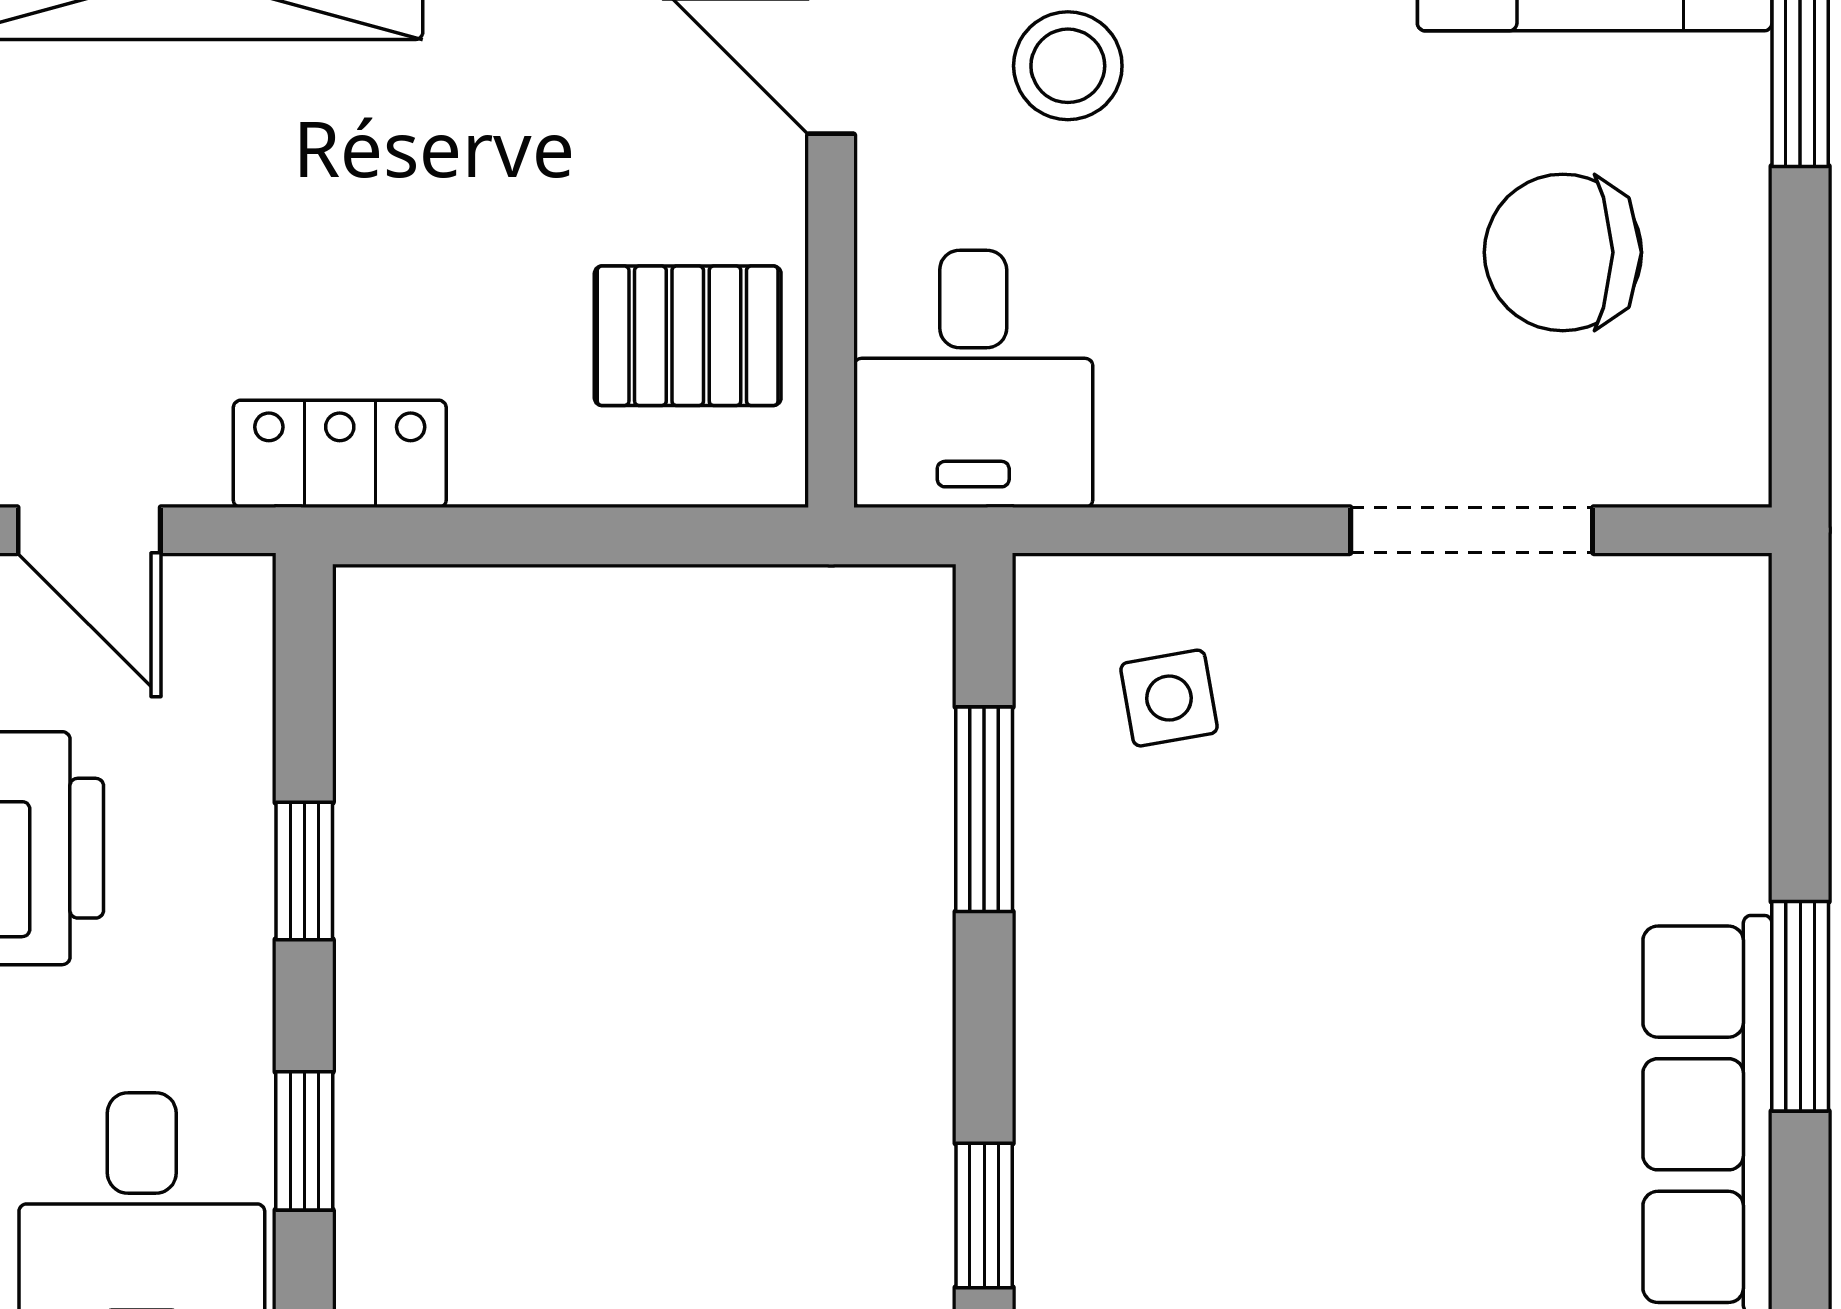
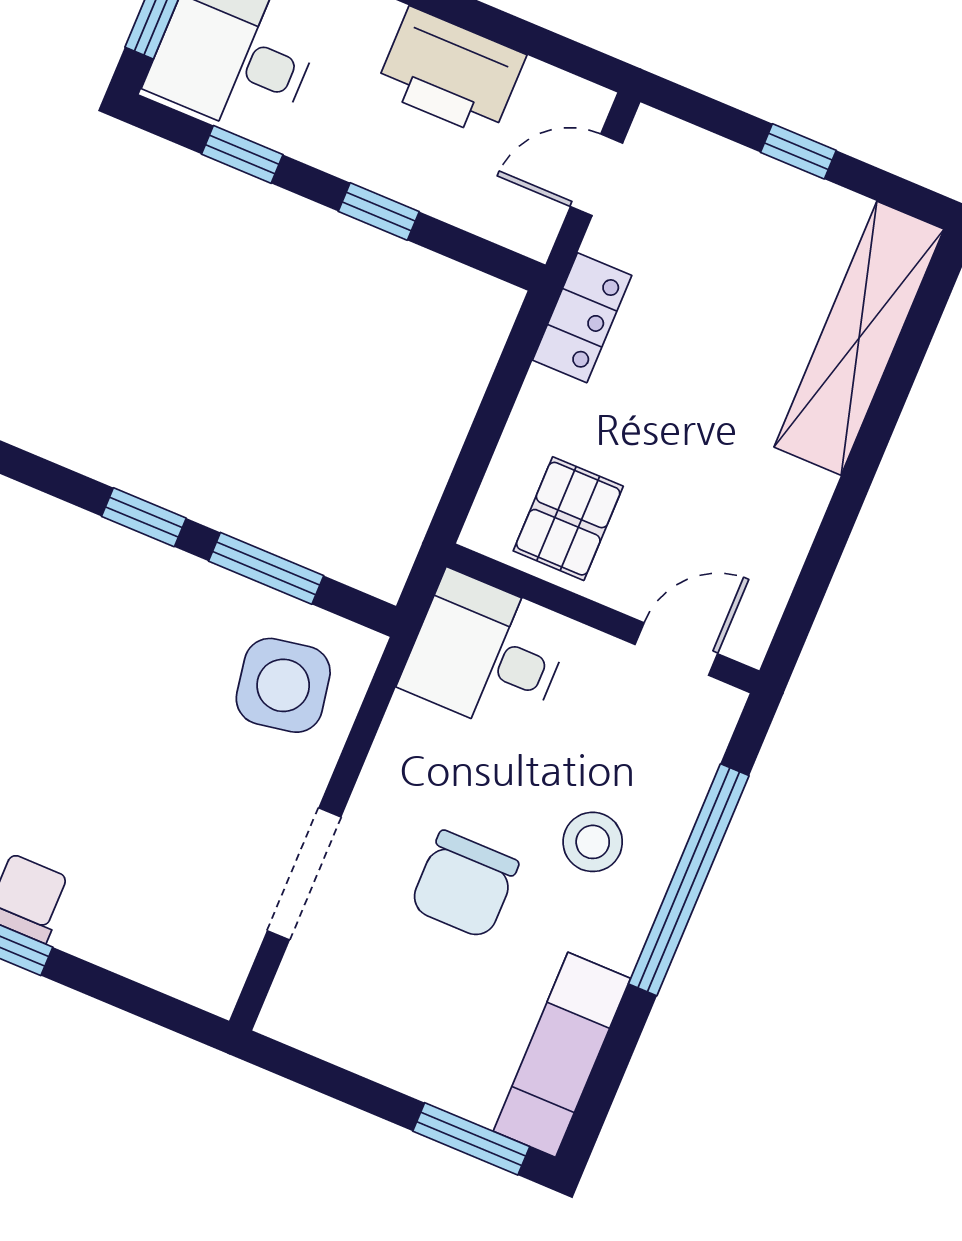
stool: (1068, 66) -> (593, 842), moved
chair: (1563, 252) -> (464, 885), moved, turned 180
side table: (1169, 698) -> (283, 685), width x1.87, depth x1.87
window: (984, 1215) -> (144, 517), moved

